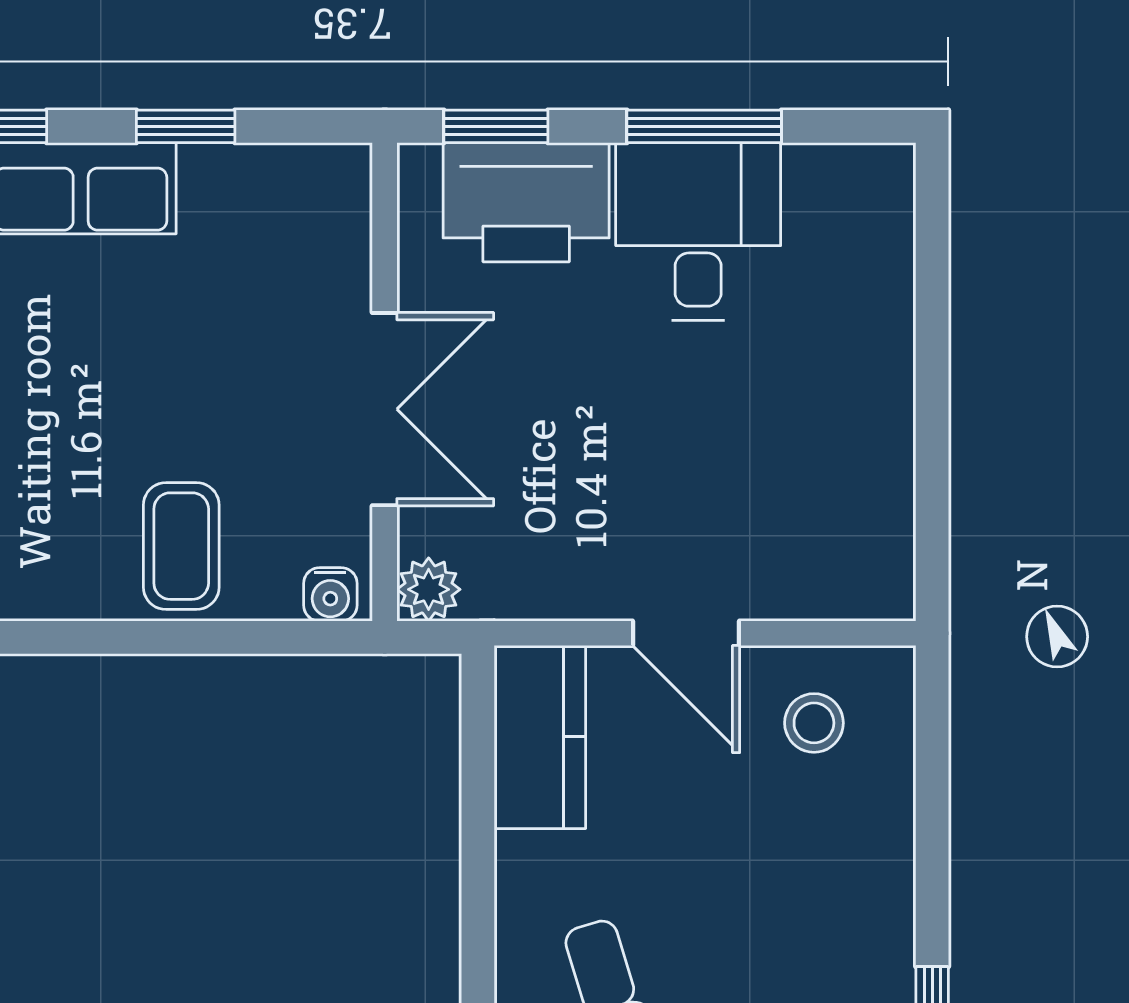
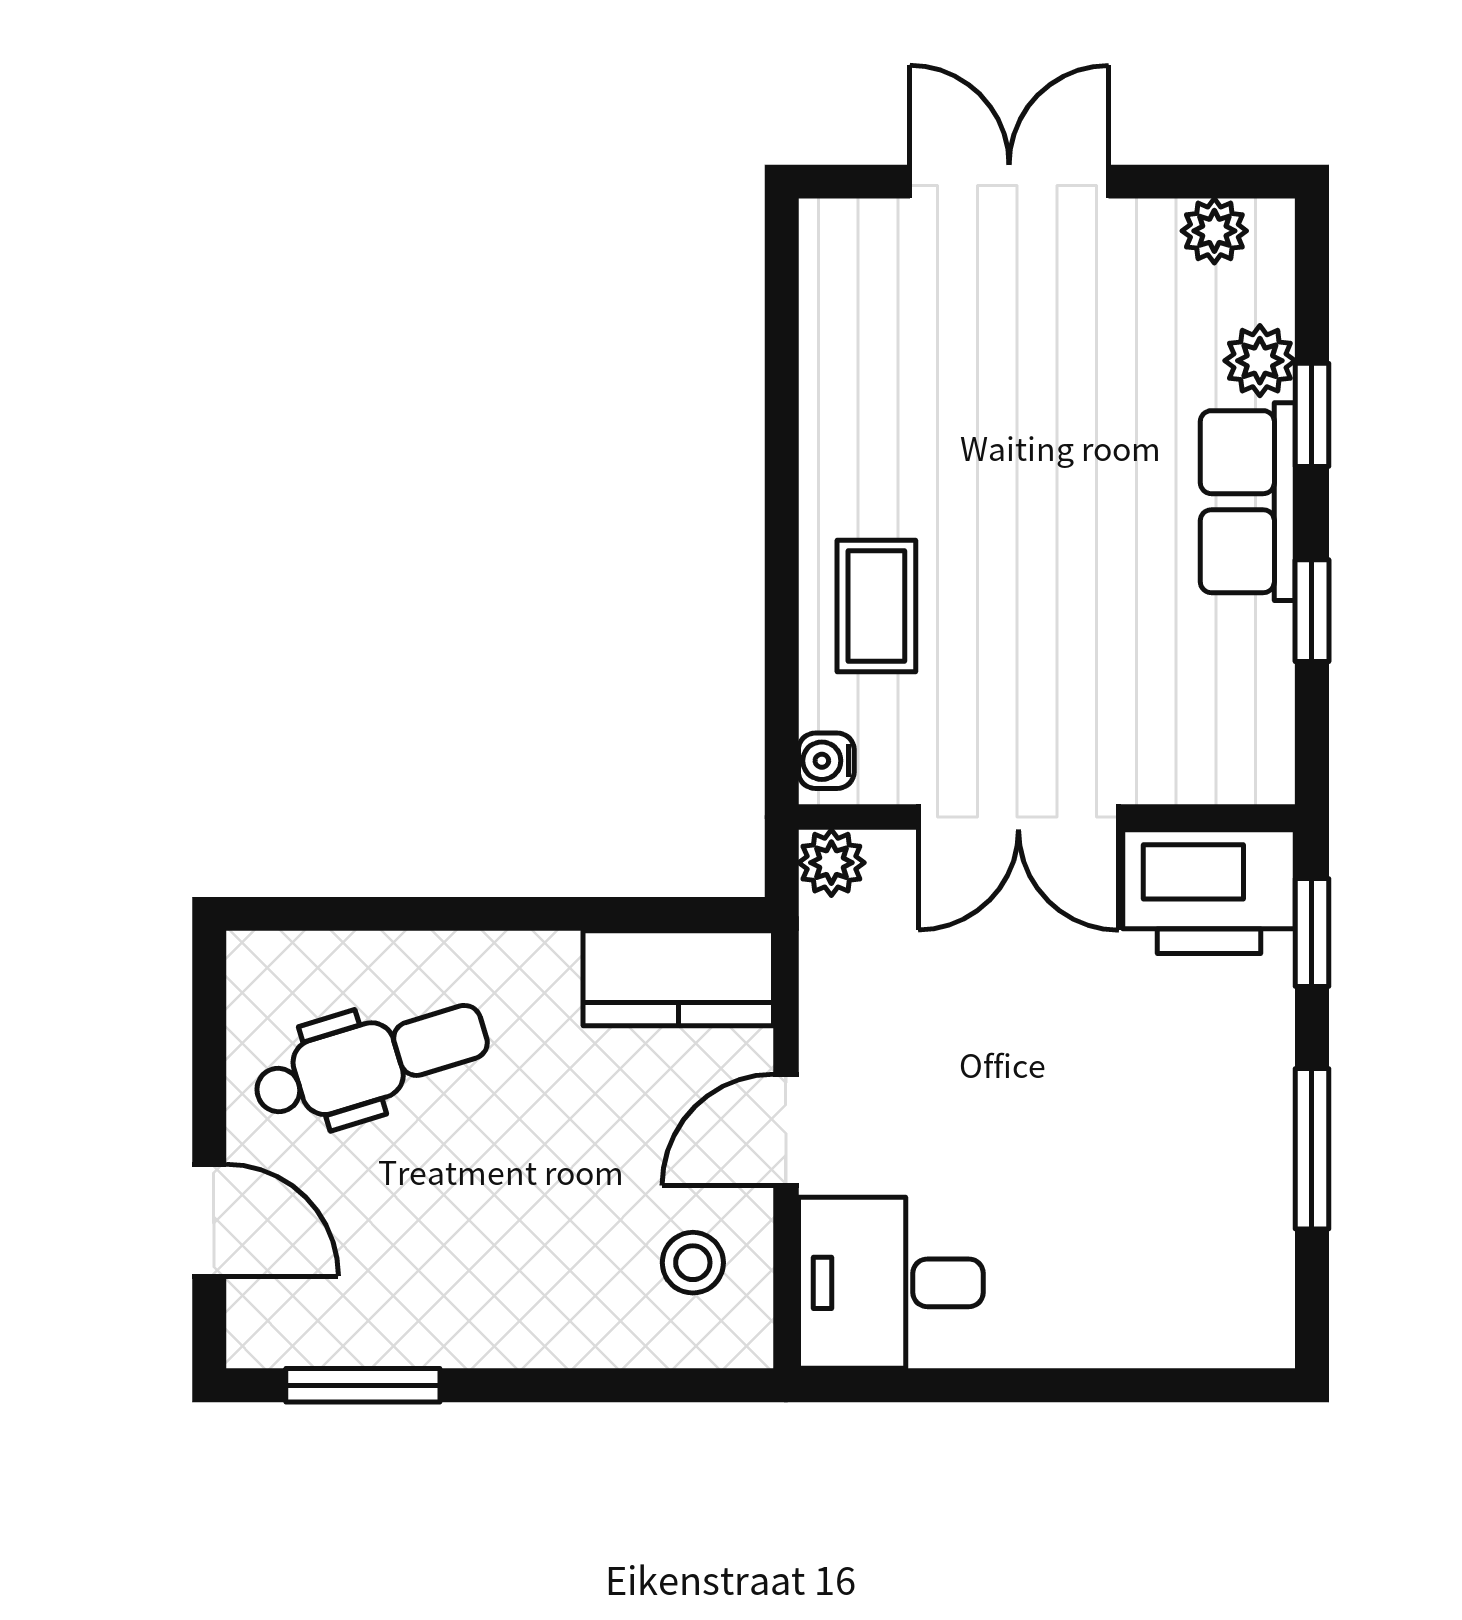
printer: (526, 202) -> (1209, 892), moved, turned -90
desk: (698, 232) -> (891, 1283), moved, turned 180
coffee table: (181, 546) -> (876, 606), turned 90

